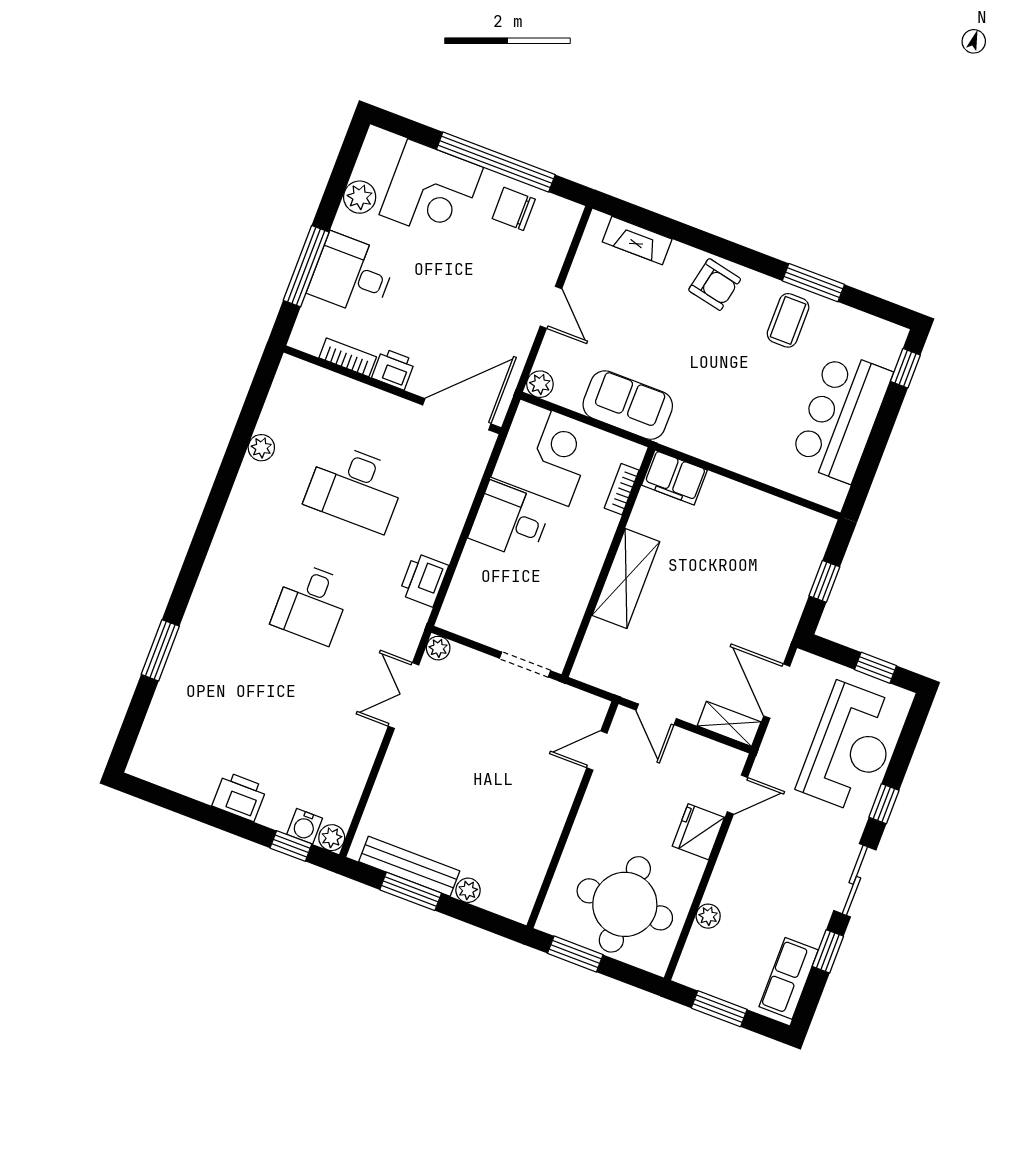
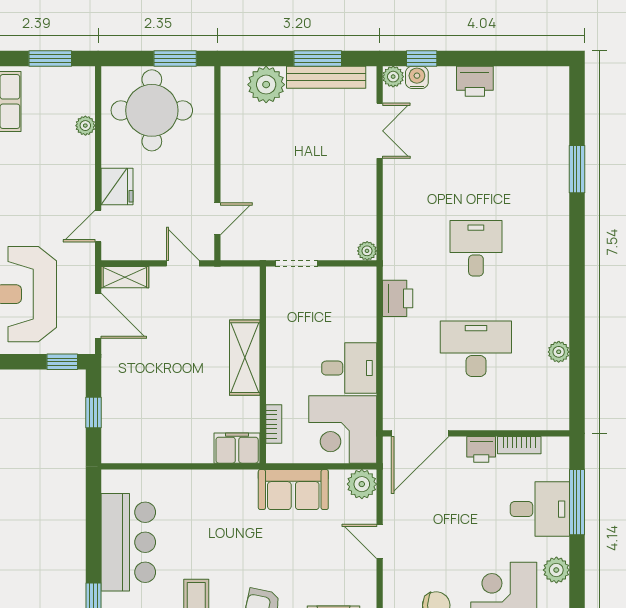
plant: (540, 384) -> (362, 484), width x1.38, depth x1.38
window: (875, 668) -> (62, 362), moved
double door: (404, 696) -> (380, 131), moved
plant: (468, 890) -> (266, 85), width x1.87, depth x1.87

